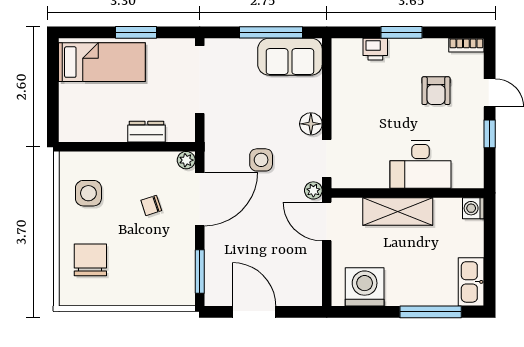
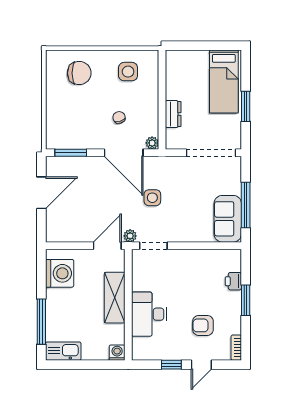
floor lamp: (311, 124) -> (179, 234), removed

